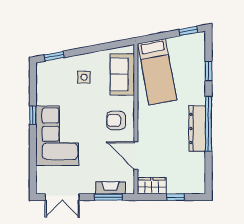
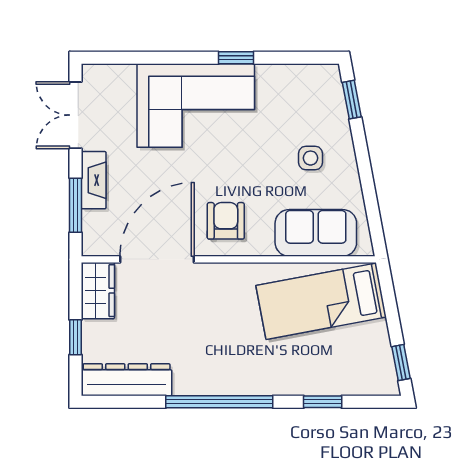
dresser: (197, 128) -> (127, 380), moved
door: (136, 156) -> (157, 259), width x1.36
fireplace: (110, 188) -> (94, 180), moved

